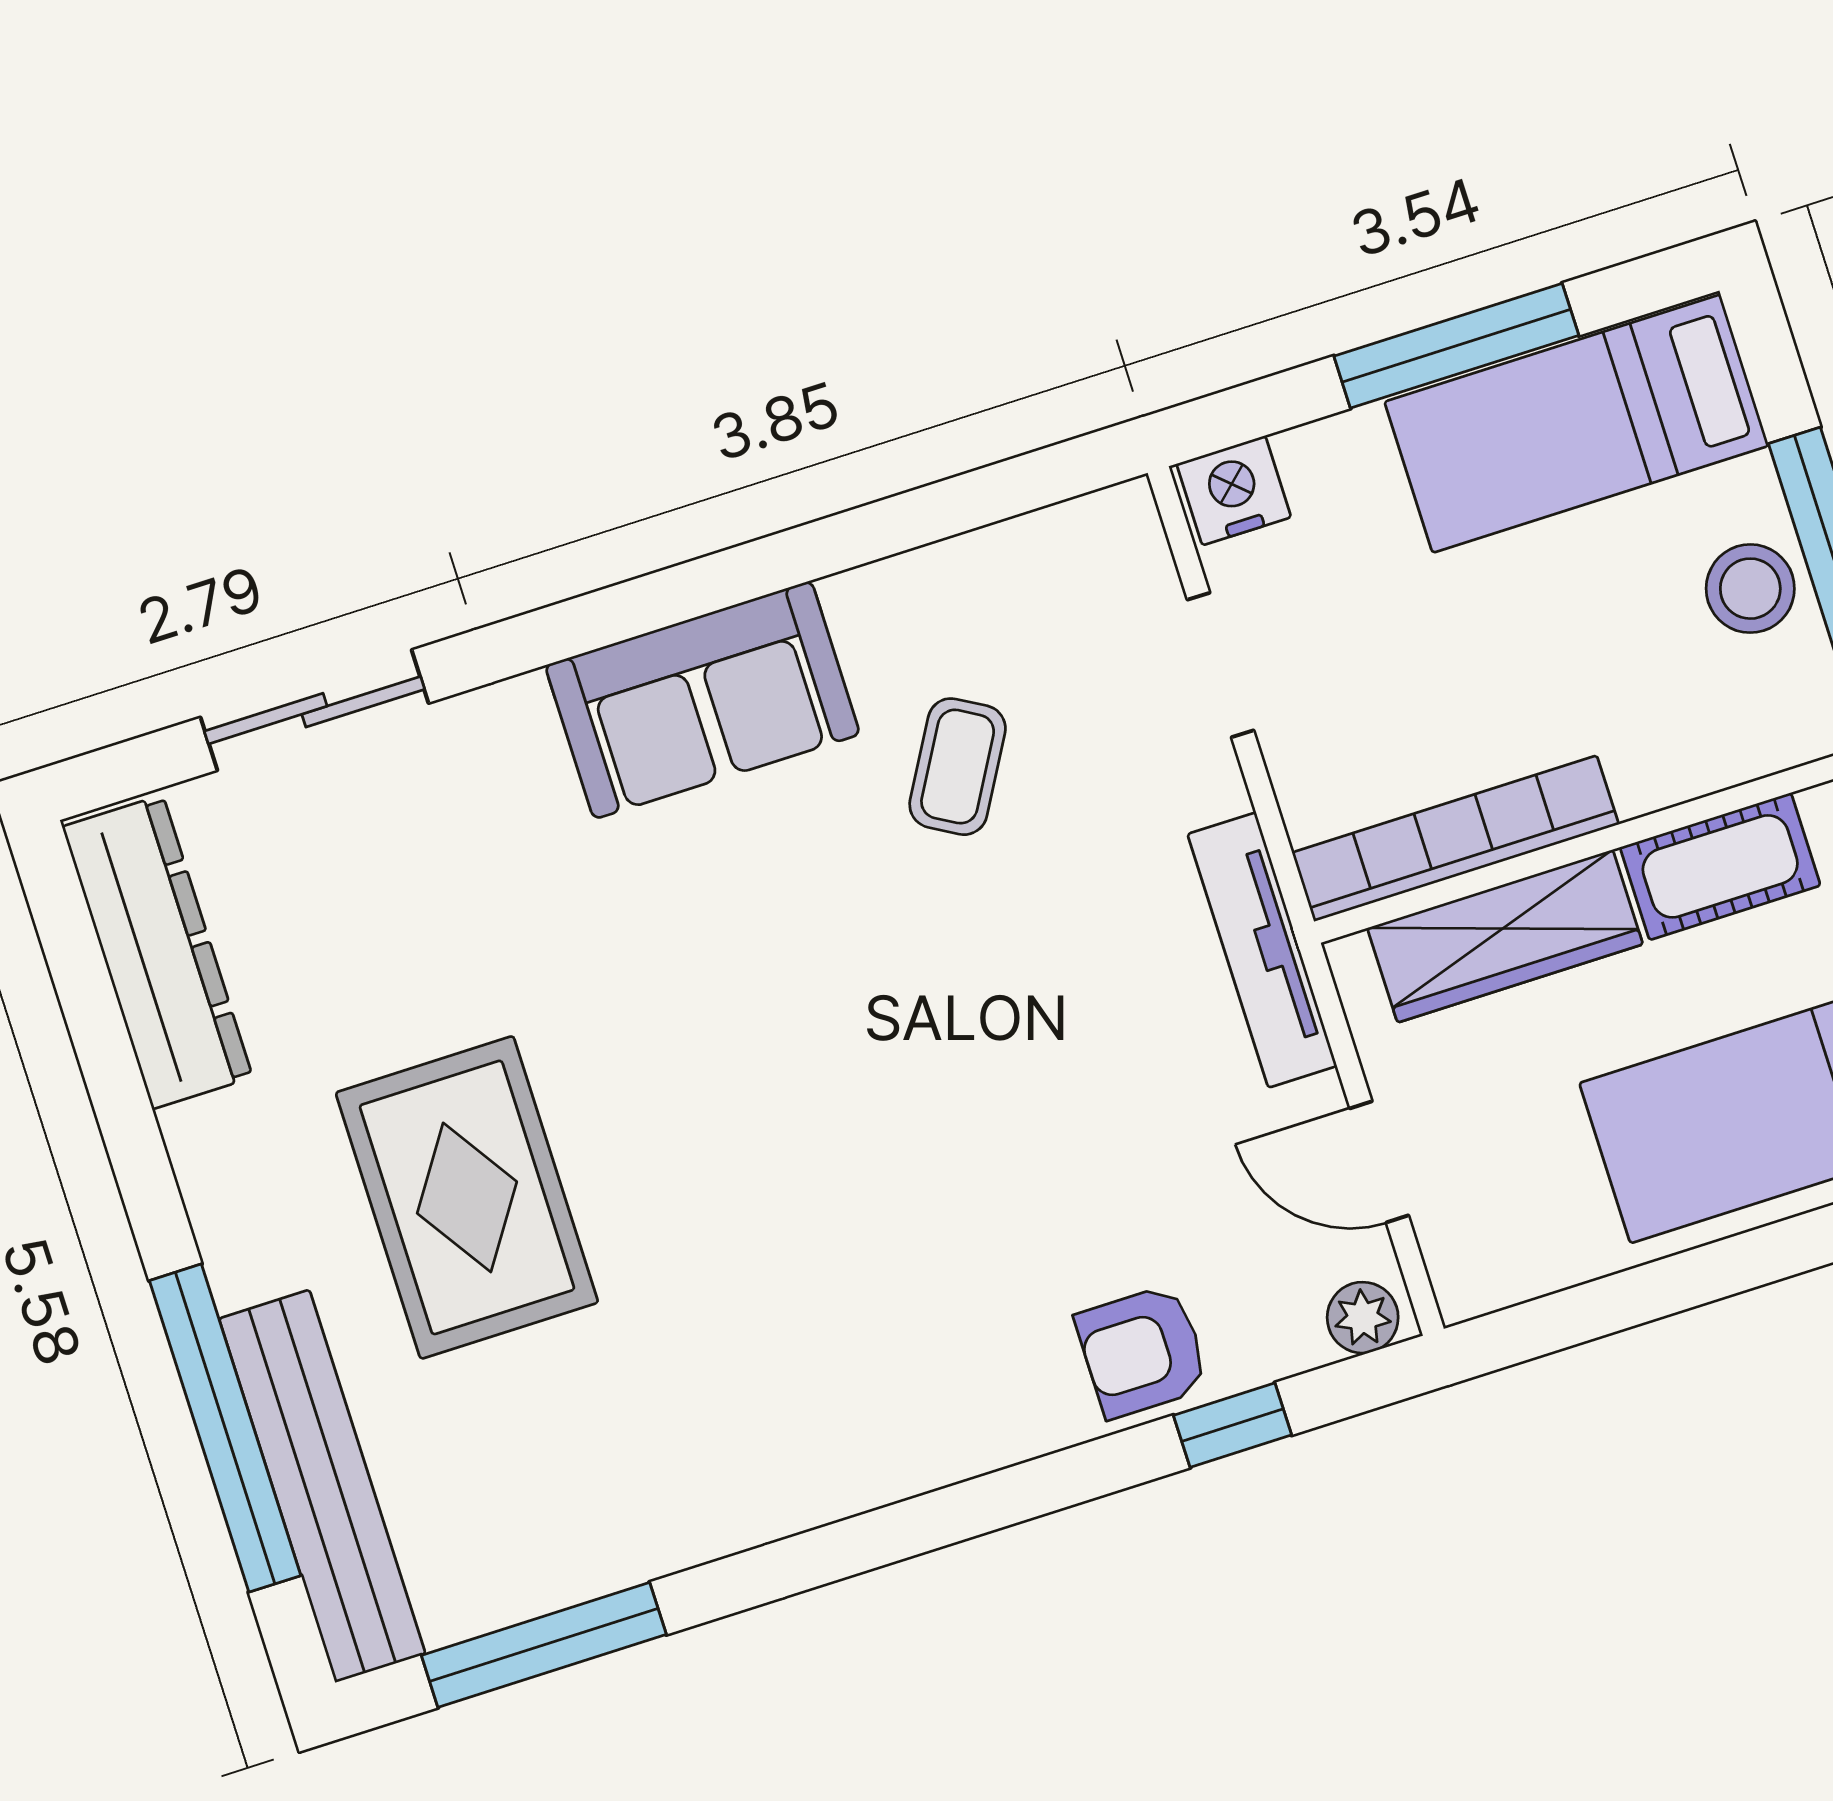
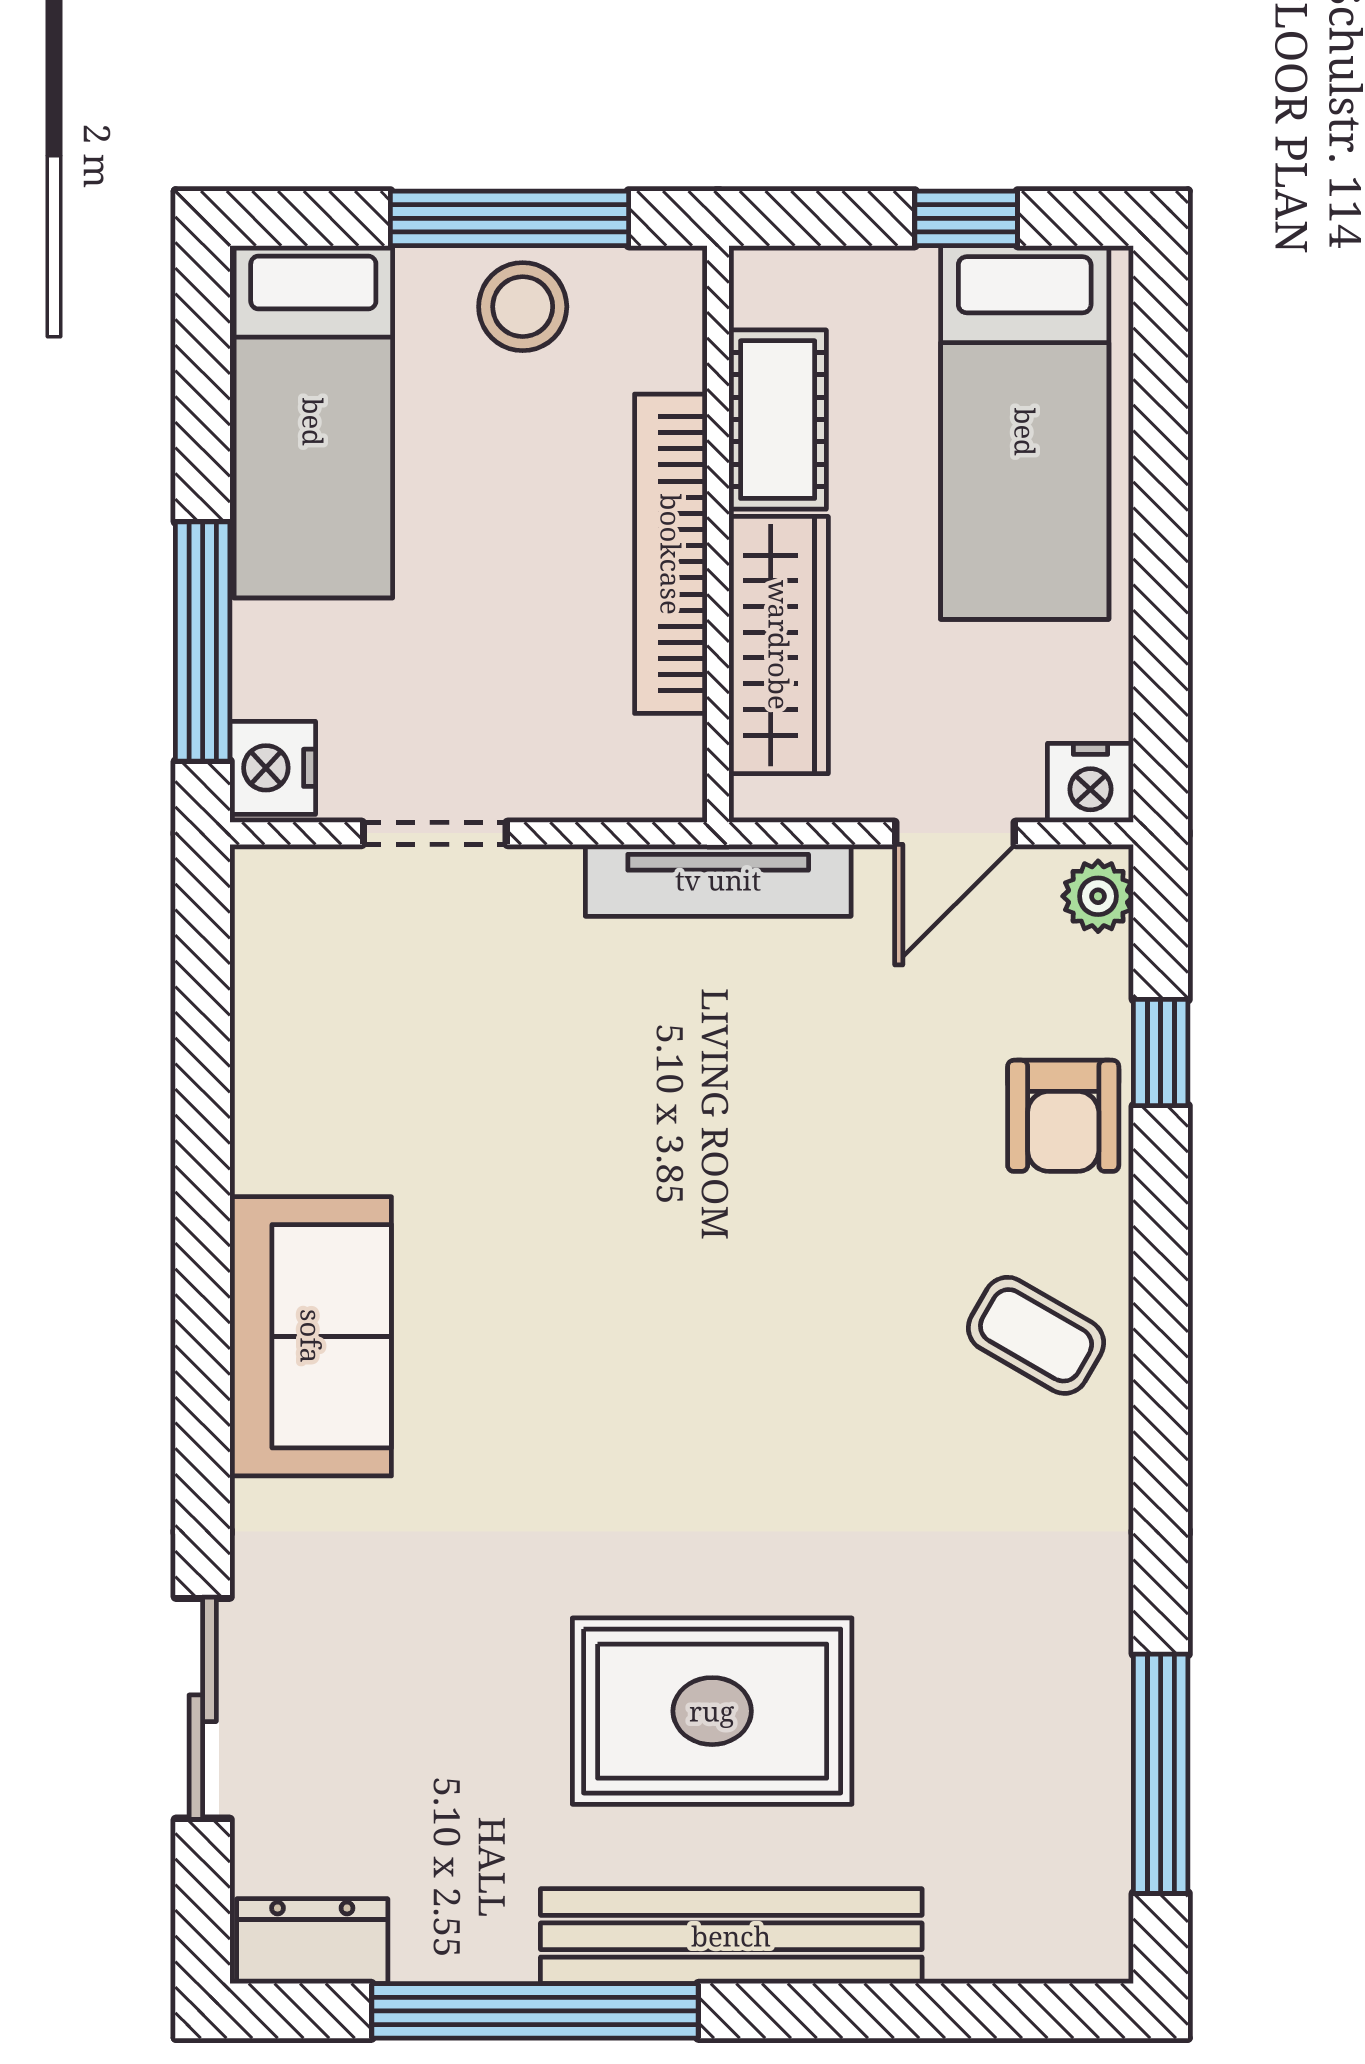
window: (1456, 346) -> (203, 642), moved
coffee table: (958, 767) -> (1036, 1335), moved
bookcase: (1455, 839) -> (671, 554), moved
dresser: (157, 952) -> (312, 1941), width x0.51, depth x0.80
nightstand: (1469, 1276) -> (1090, 783), added
window: (225, 1428) -> (535, 2011), moved
bench: (322, 1486) -> (731, 1936), moved

